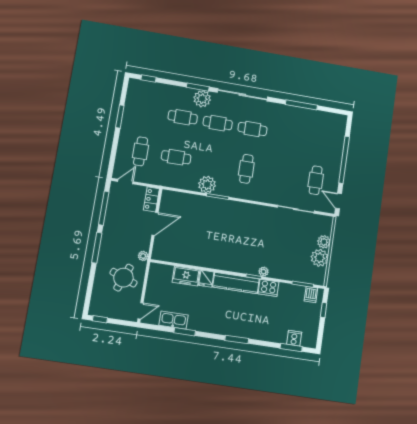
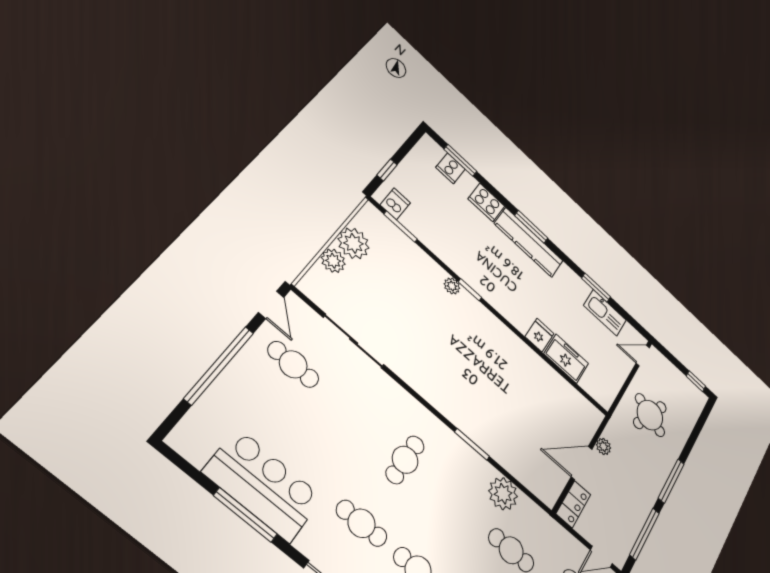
bar counter: (301, 121) -> (263, 485), added
cafe table: (316, 180) -> (293, 364), turned 90
plant: (207, 185) -> (503, 494), moved
plant: (143, 256) -> (604, 446), moved
kitchen counter: (236, 283) -> (529, 242), moved, turned 180
cooker: (268, 288) -> (486, 202), moved, turned 180

